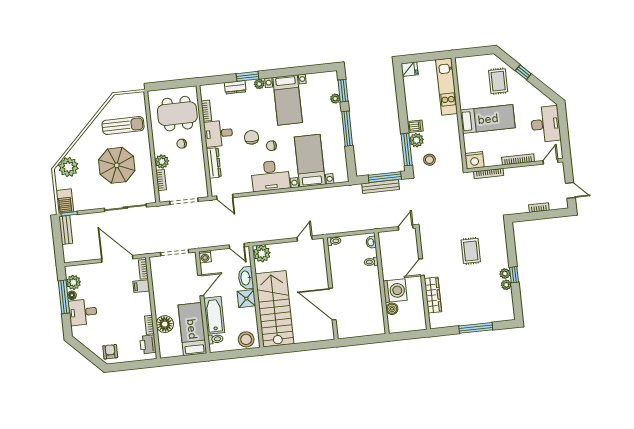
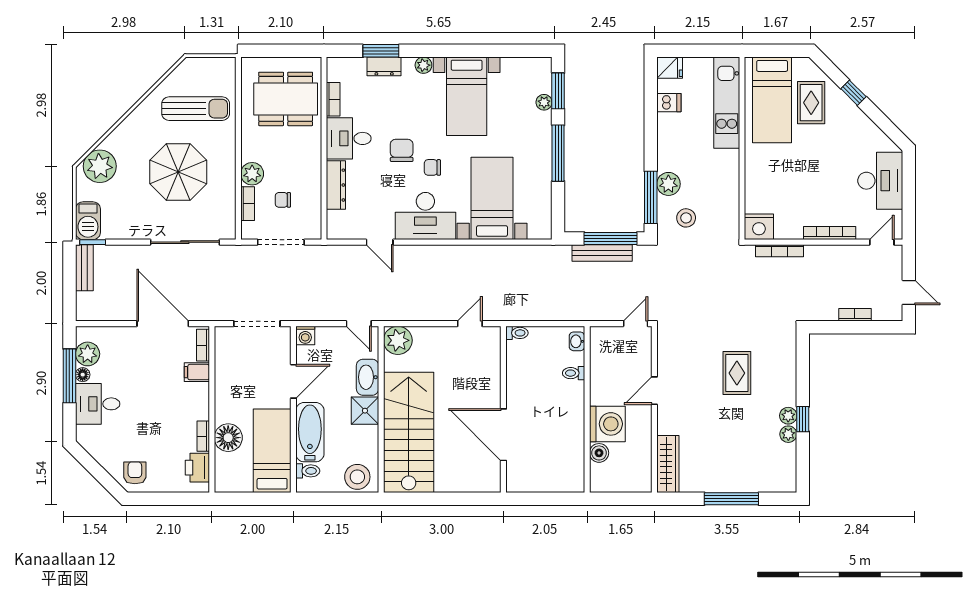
window: (248, 76) -> (381, 51), moved
bed: (488, 119) -> (772, 100), moved, turned 90
dishwasher: (415, 126) -> (669, 103), moved
chair: (182, 144) -> (283, 200), moved
door: (225, 197) -> (380, 242), moved
wardrobe: (433, 295) -> (668, 464), moved

